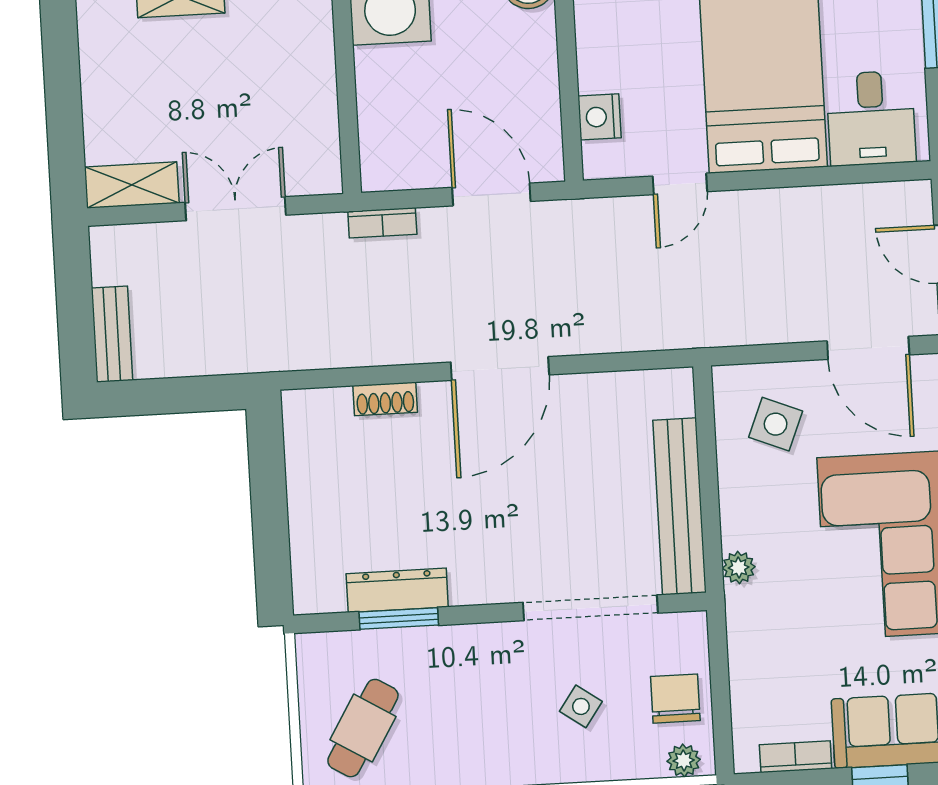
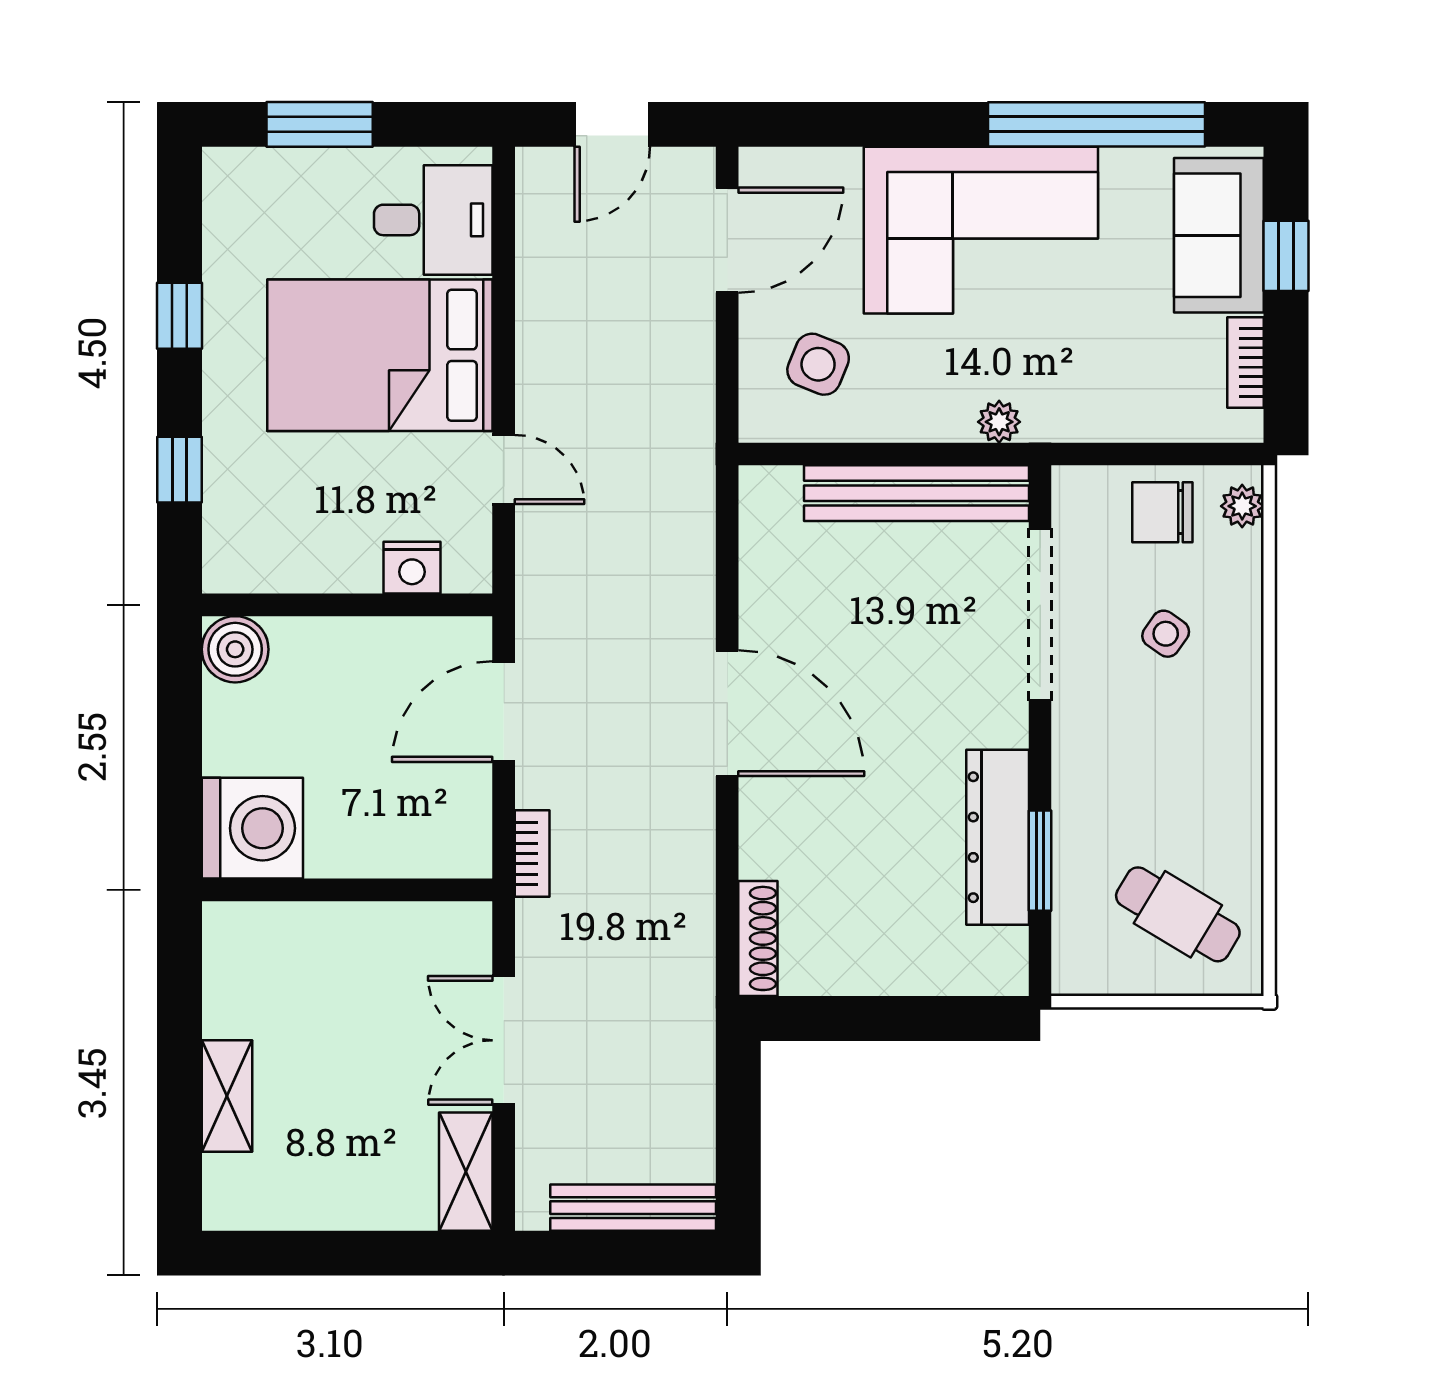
bench: (112, 334) -> (633, 1208), width x1.36
shoe rack: (385, 399) -> (758, 938), moved, width x1.43
dresser: (397, 590) -> (998, 837), width x1.37, depth x1.24

